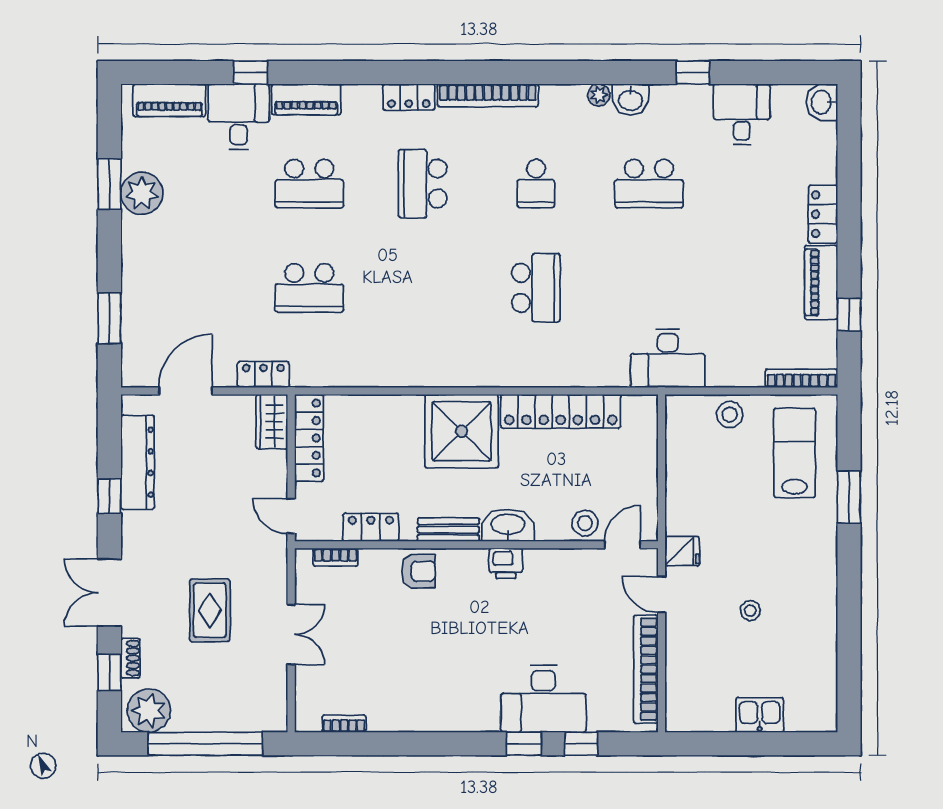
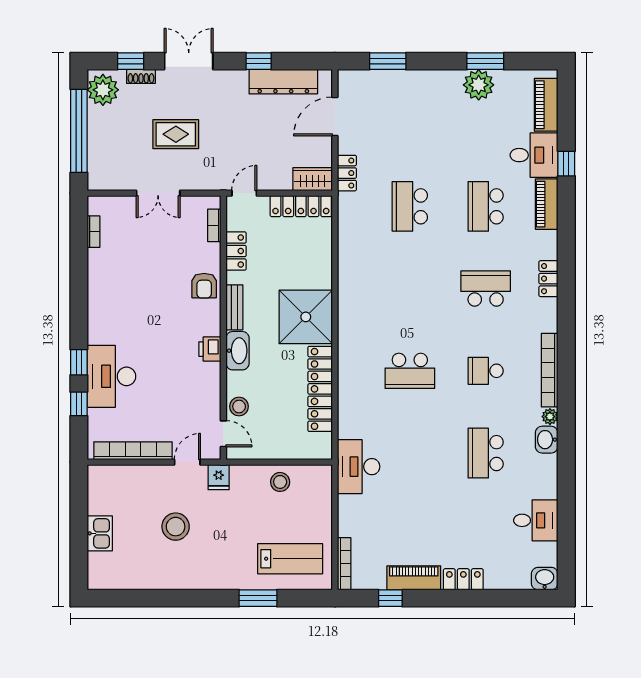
window: (693, 72) -> (566, 485), removed
bookcase: (488, 95) -> (550, 370), moved
door: (185, 391) -> (335, 116), swing flipped
stool: (730, 415) -> (280, 482), moved
stool: (750, 611) -> (176, 527), width x1.89, depth x1.89

